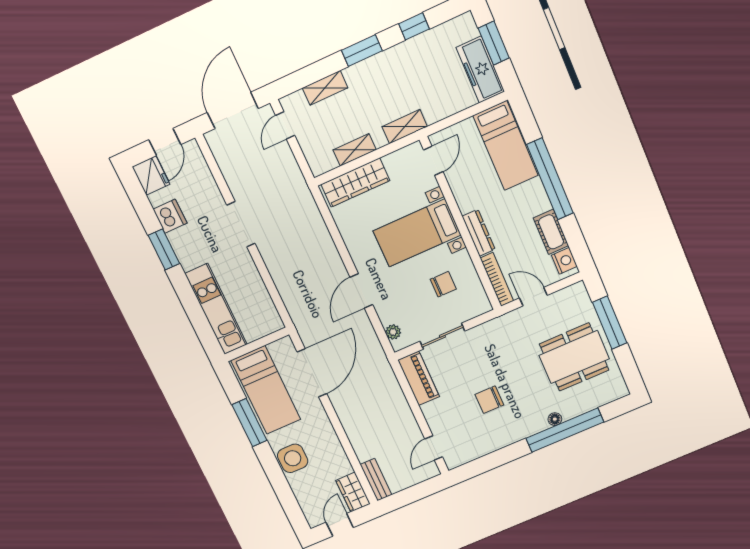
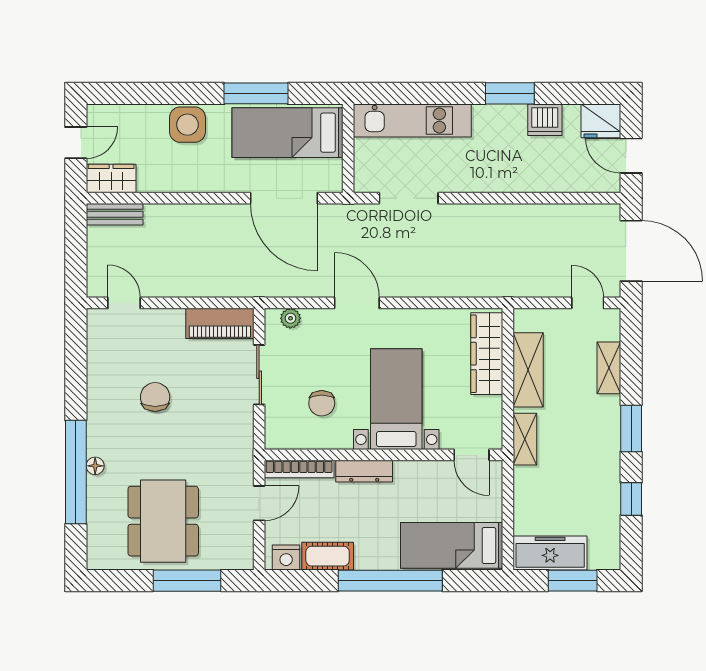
shelving: (355, 150) -> (528, 370), width x1.50, depth x1.33
doorway: (241, 224) -> (409, 198), moved
door: (340, 525) -> (76, 143), hinge flipped

